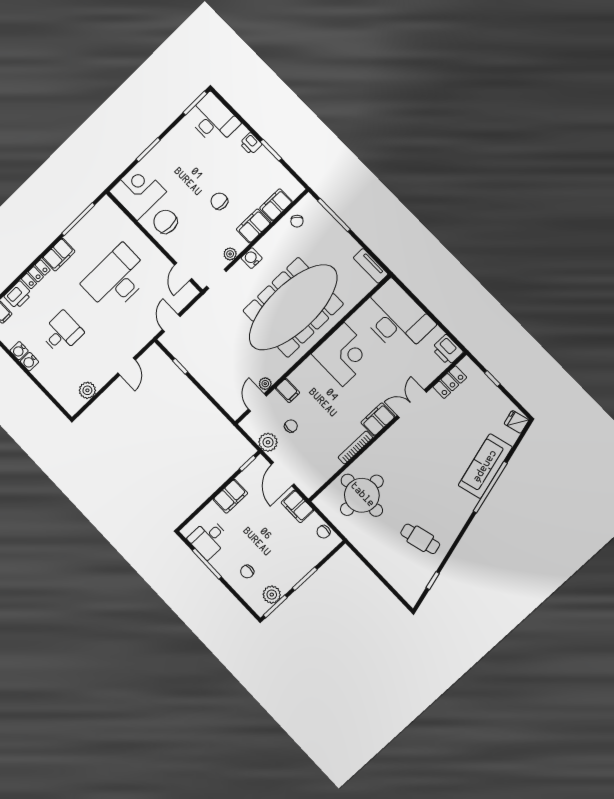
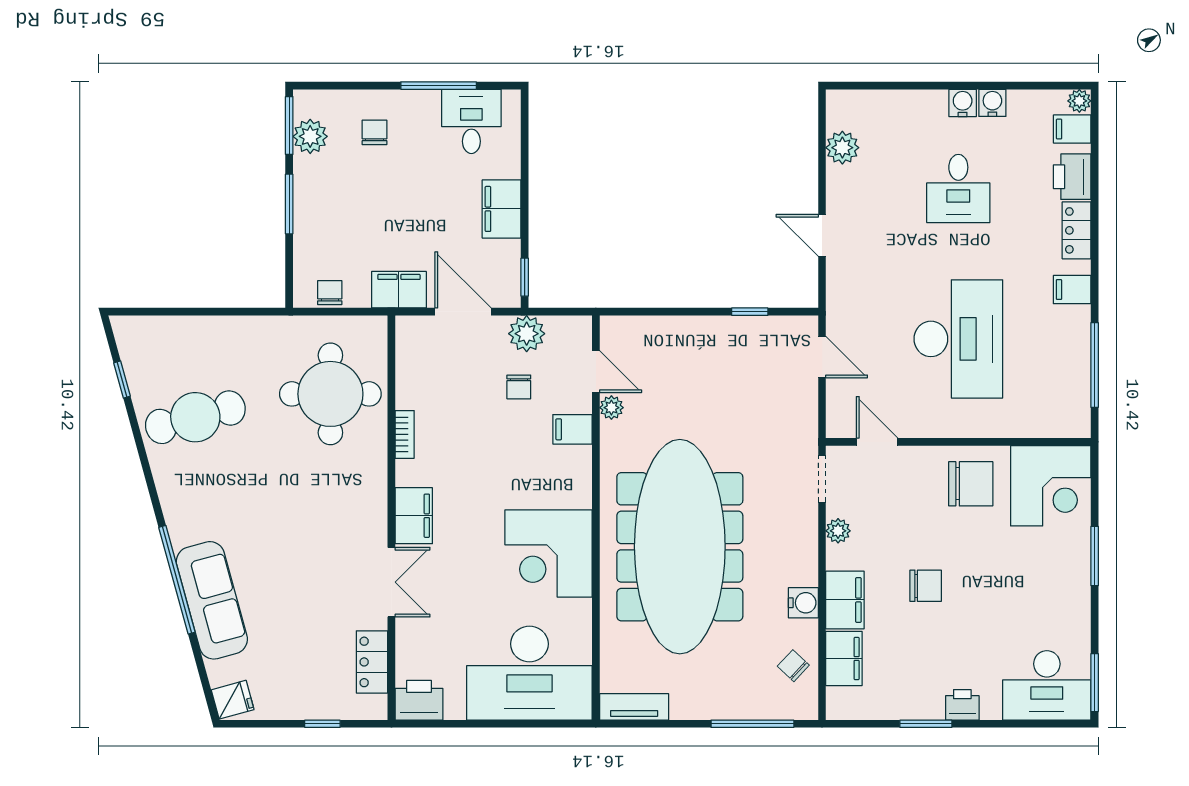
filing cabinet: (59, 255) -> (1072, 290), width x0.50
water cooler: (252, 258) -> (803, 603), moved
bookcase: (355, 447) -> (405, 434), width x0.64
cafe table: (420, 539) -> (195, 417), width x1.37, depth x1.35

